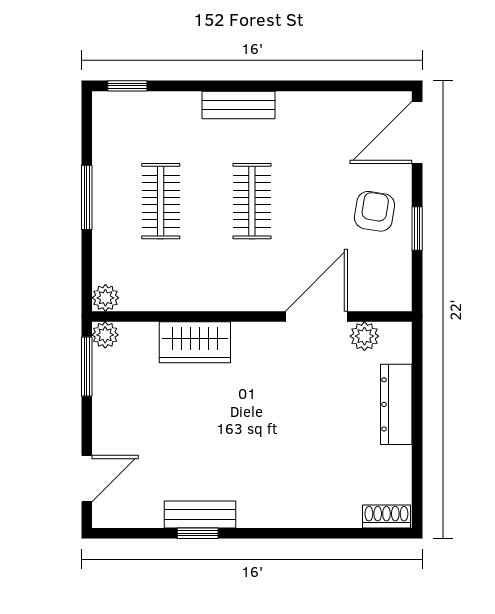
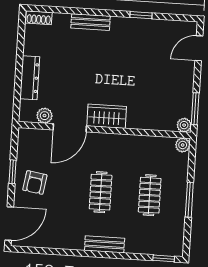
wardrobe: (195, 342) -> (107, 116), moved
bench: (200, 514) -> (91, 22), moved

